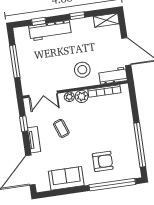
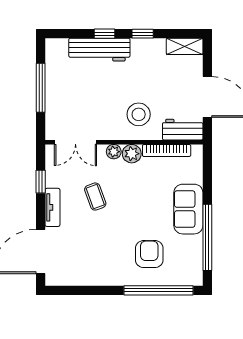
window: (39, 21) -> (105, 34), moved
armchair: (103, 161) -> (149, 254), turned -90
sofa: (66, 178) -> (188, 209), moved, turned -90

